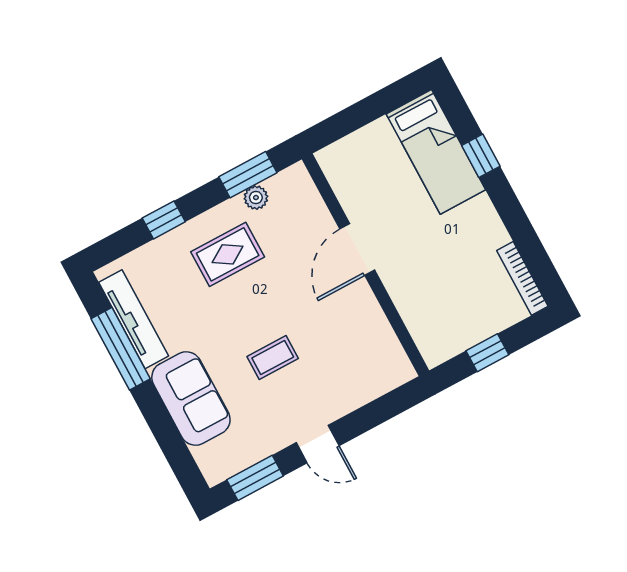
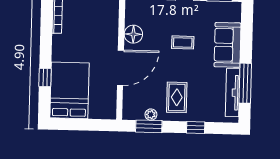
bed: (436, 152) -> (69, 90), width x1.50
door: (357, 250) -> (120, 68), width x1.36
rug: (228, 254) -> (177, 97), turned 90
floor lamp: (368, 322) -> (133, 34), added

